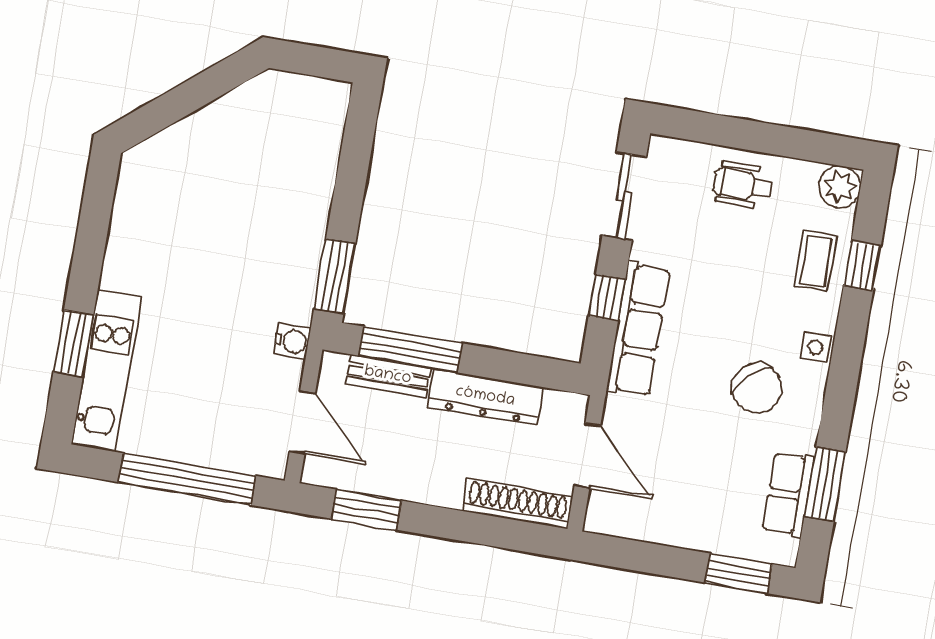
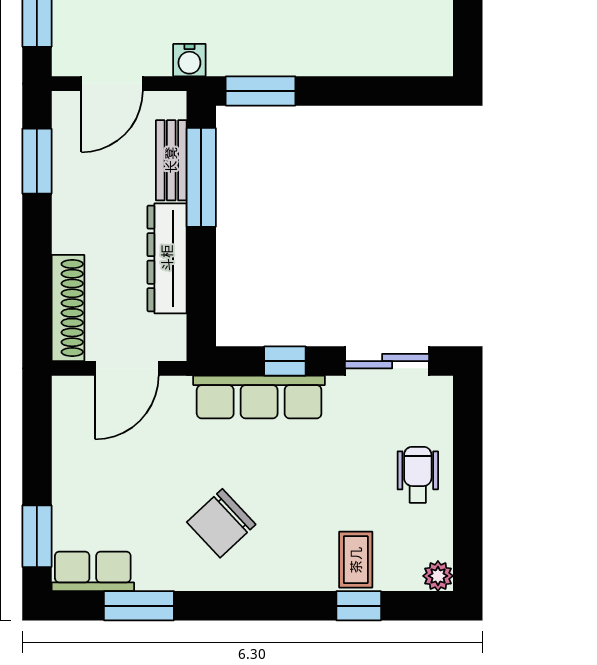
plant: (840, 187) -> (438, 576), width x0.73, depth x0.73
coffee table: (816, 261) -> (356, 560), turned 90
side table: (815, 347) -> (271, 573), removed
row of seats: (788, 494) -> (93, 571), moved

